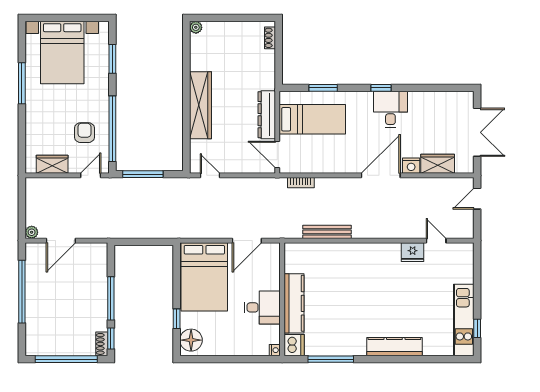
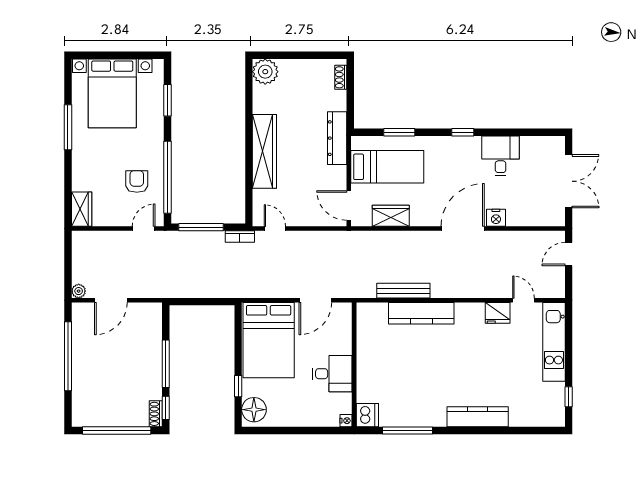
plant: (196, 27) -> (265, 72), width x1.88, depth x1.88
desk: (390, 109) -> (501, 156), moved
dresser: (267, 115) -> (337, 138), moved
wardrobe: (52, 164) -> (82, 209), moved, turned 90
wardrobe: (438, 164) -> (391, 216), moved
bookcase: (301, 183) -> (240, 237), moved
kitchen counter: (294, 303) -> (421, 313), moved, turned 90
kitchen unit: (464, 320) -> (554, 342), moved

